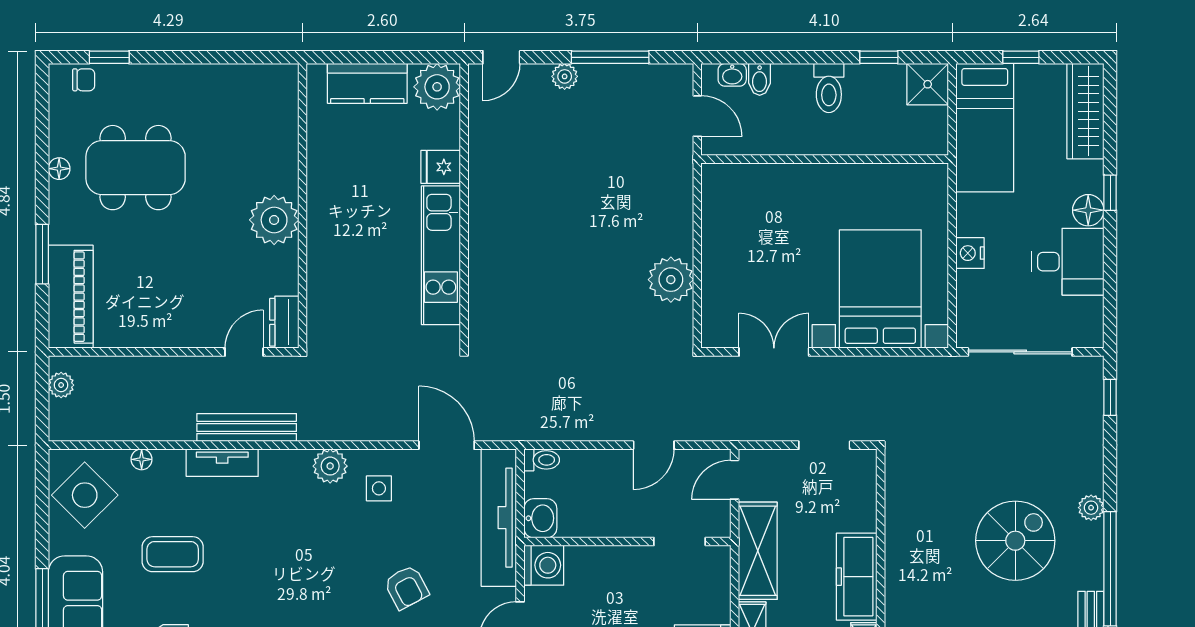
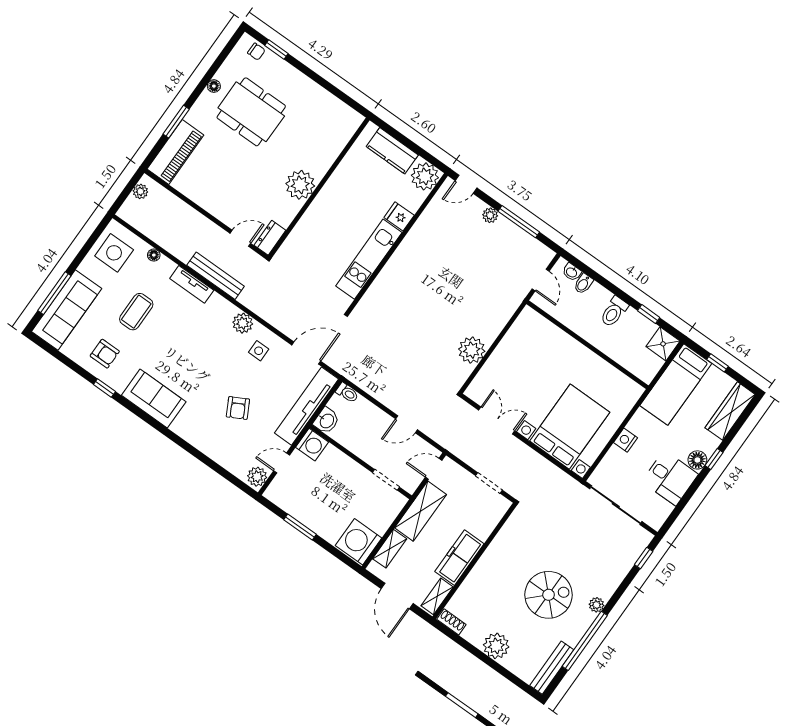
door: (447, 445) -> (306, 353), hinge flipped
side table: (85, 495) -> (114, 253), turned 45
coffee table: (173, 554) -> (136, 312), turned 90

